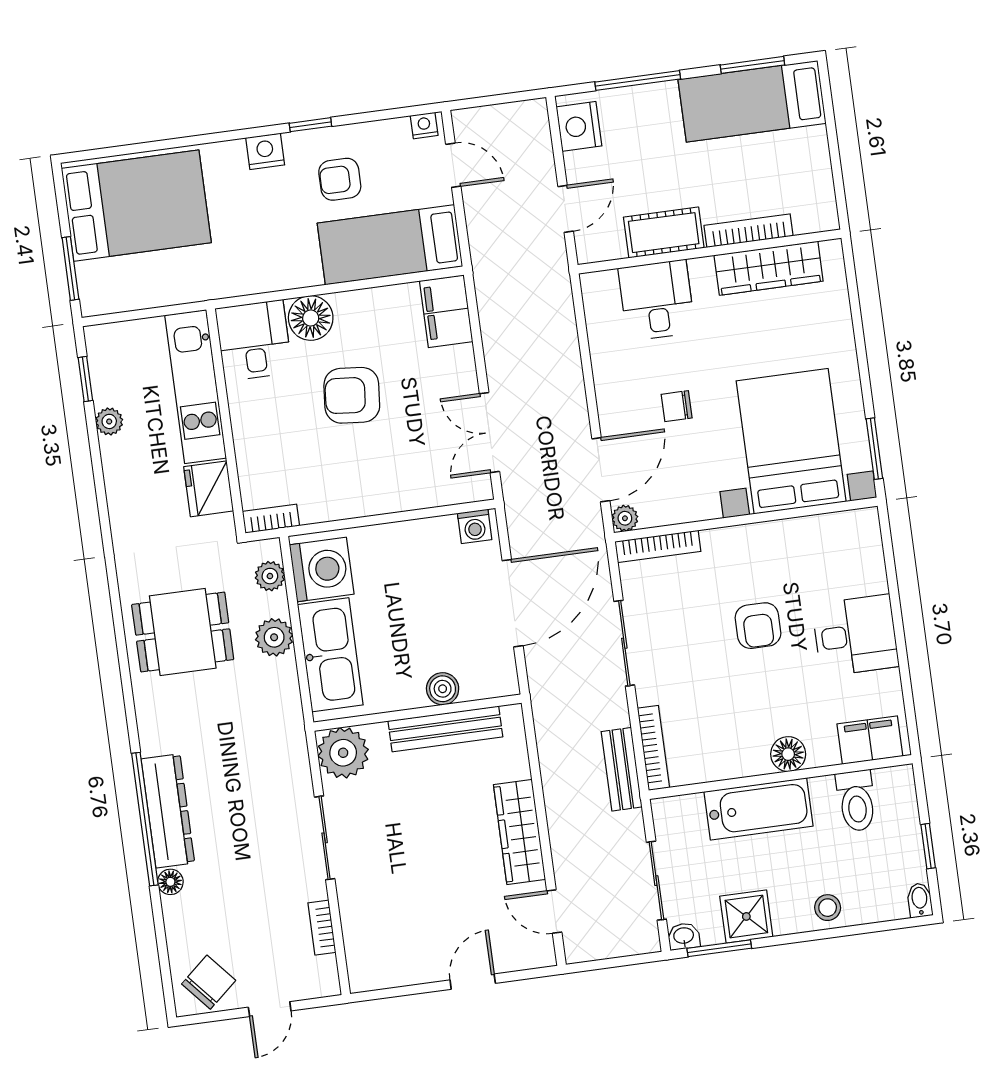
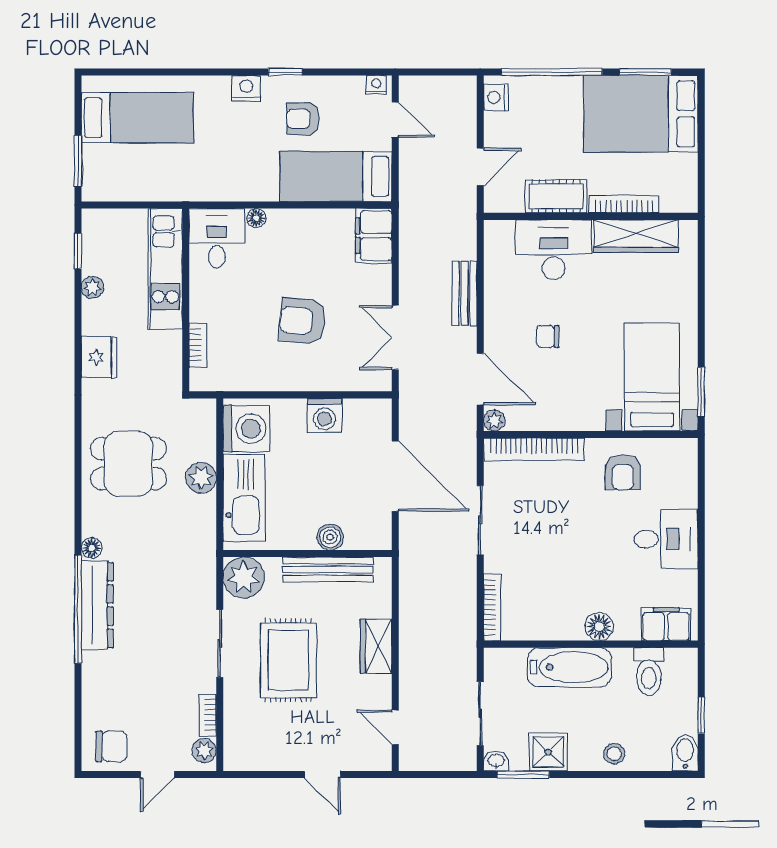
window: (638, 80) -> (552, 72), width x1.46
bed: (752, 101) -> (641, 114), width x1.50
nightstand: (579, 126) -> (496, 97), width x0.74, depth x0.75
bed: (136, 206) -> (137, 118), width x0.67
desk: (657, 300) -> (554, 250), width x1.37
floor lamp: (311, 318) -> (256, 218), width x0.53, depth x0.53
armchair: (352, 395) -> (302, 321), moved
bed with nightstands: (791, 441) -> (652, 377), width x0.73
door: (601, 470) -> (480, 379), hinge flipped
fridge: (209, 489) -> (99, 357), moved, turned 180
bookcase: (271, 519) -> (198, 345), moved, turned 90
washing machine: (475, 526) -> (324, 415), moved, width x1.38, depth x1.38
bookcase: (658, 546) -> (534, 449), width x1.48, depth x1.31
plant: (270, 576) -> (204, 751), moved
door: (513, 603) -> (395, 476), hinge flipped
armchair: (758, 626) -> (623, 472), moved
bench: (622, 769) -> (465, 293), moved
wardrobe: (520, 832) -> (376, 646), width x0.67
rug: (412, 847) -> (288, 660), added
floor lamp: (170, 882) -> (92, 548), moved
bidet: (920, 900) -> (685, 753), width x1.38, depth x1.36
chair: (209, 982) -> (111, 746), turned 41
door: (473, 982) -> (323, 774), swing flipped

